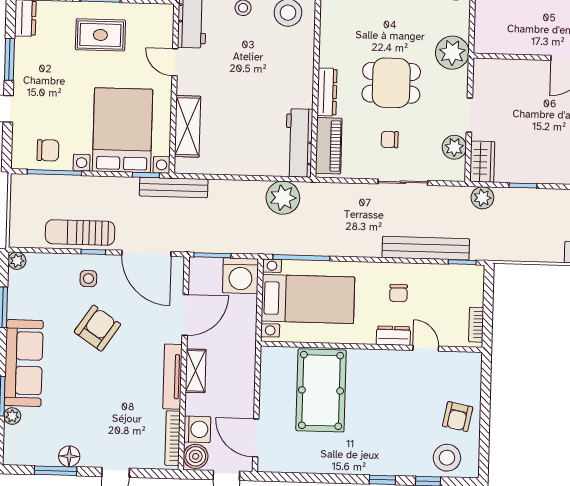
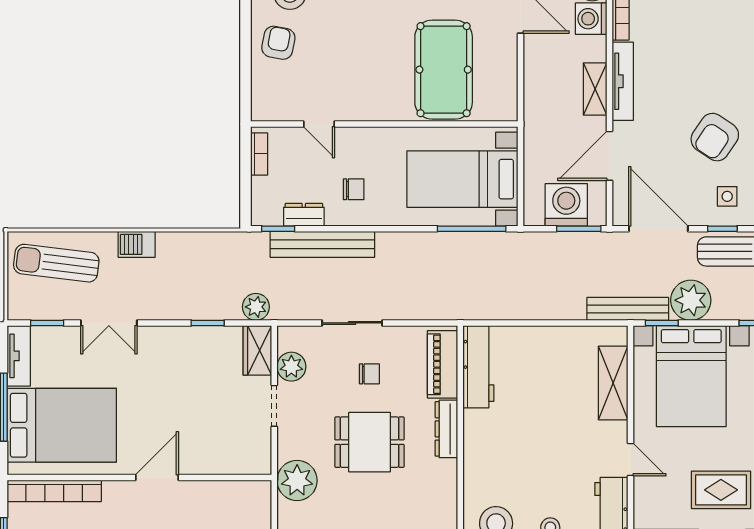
plant: (283, 198) -> (691, 300), moved
washing machine: (241, 276) -> (566, 205), moved
chair: (398, 293) -> (354, 189), turned 90
dresser: (393, 336) -> (304, 215), moved, turned 180

